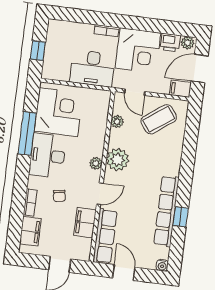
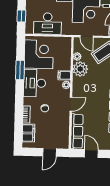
desk: (92, 68) -> (48, 24), moved
window: (27, 133) -> (20, 70), width x0.69
plant: (118, 160) -> (80, 69), moved
filing cabinet: (85, 223) -> (64, 75), moved, width x0.50

